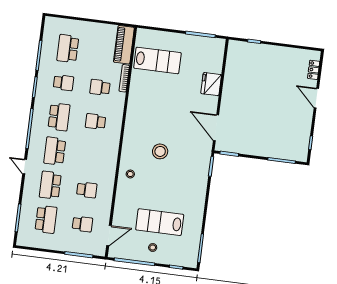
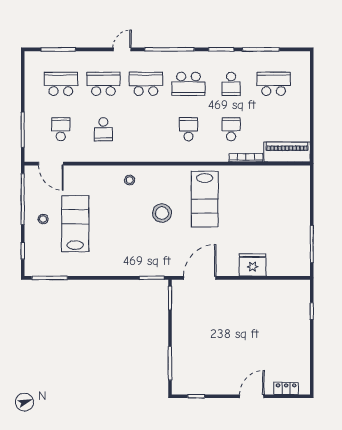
lab bench: (157, 60) -> (205, 199), moved
school desk: (46, 219) -> (61, 84), turned 180
school desk: (82, 224) -> (61, 129), turned 180

